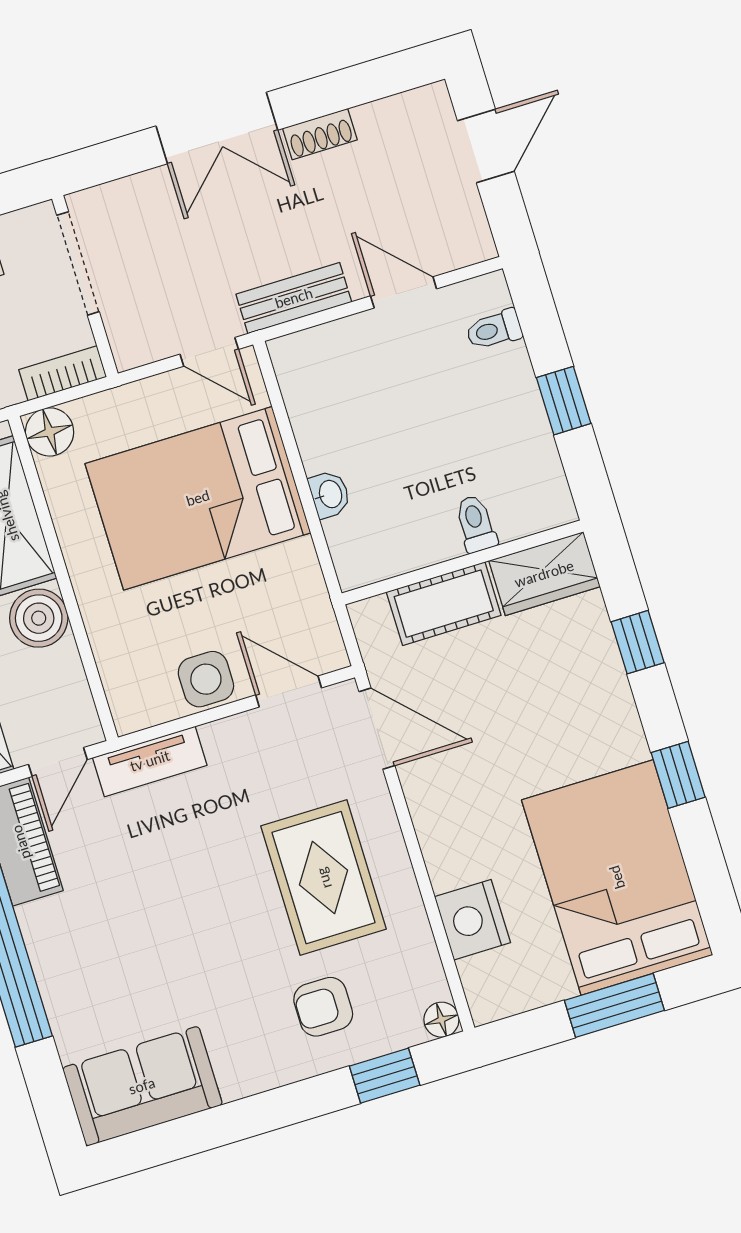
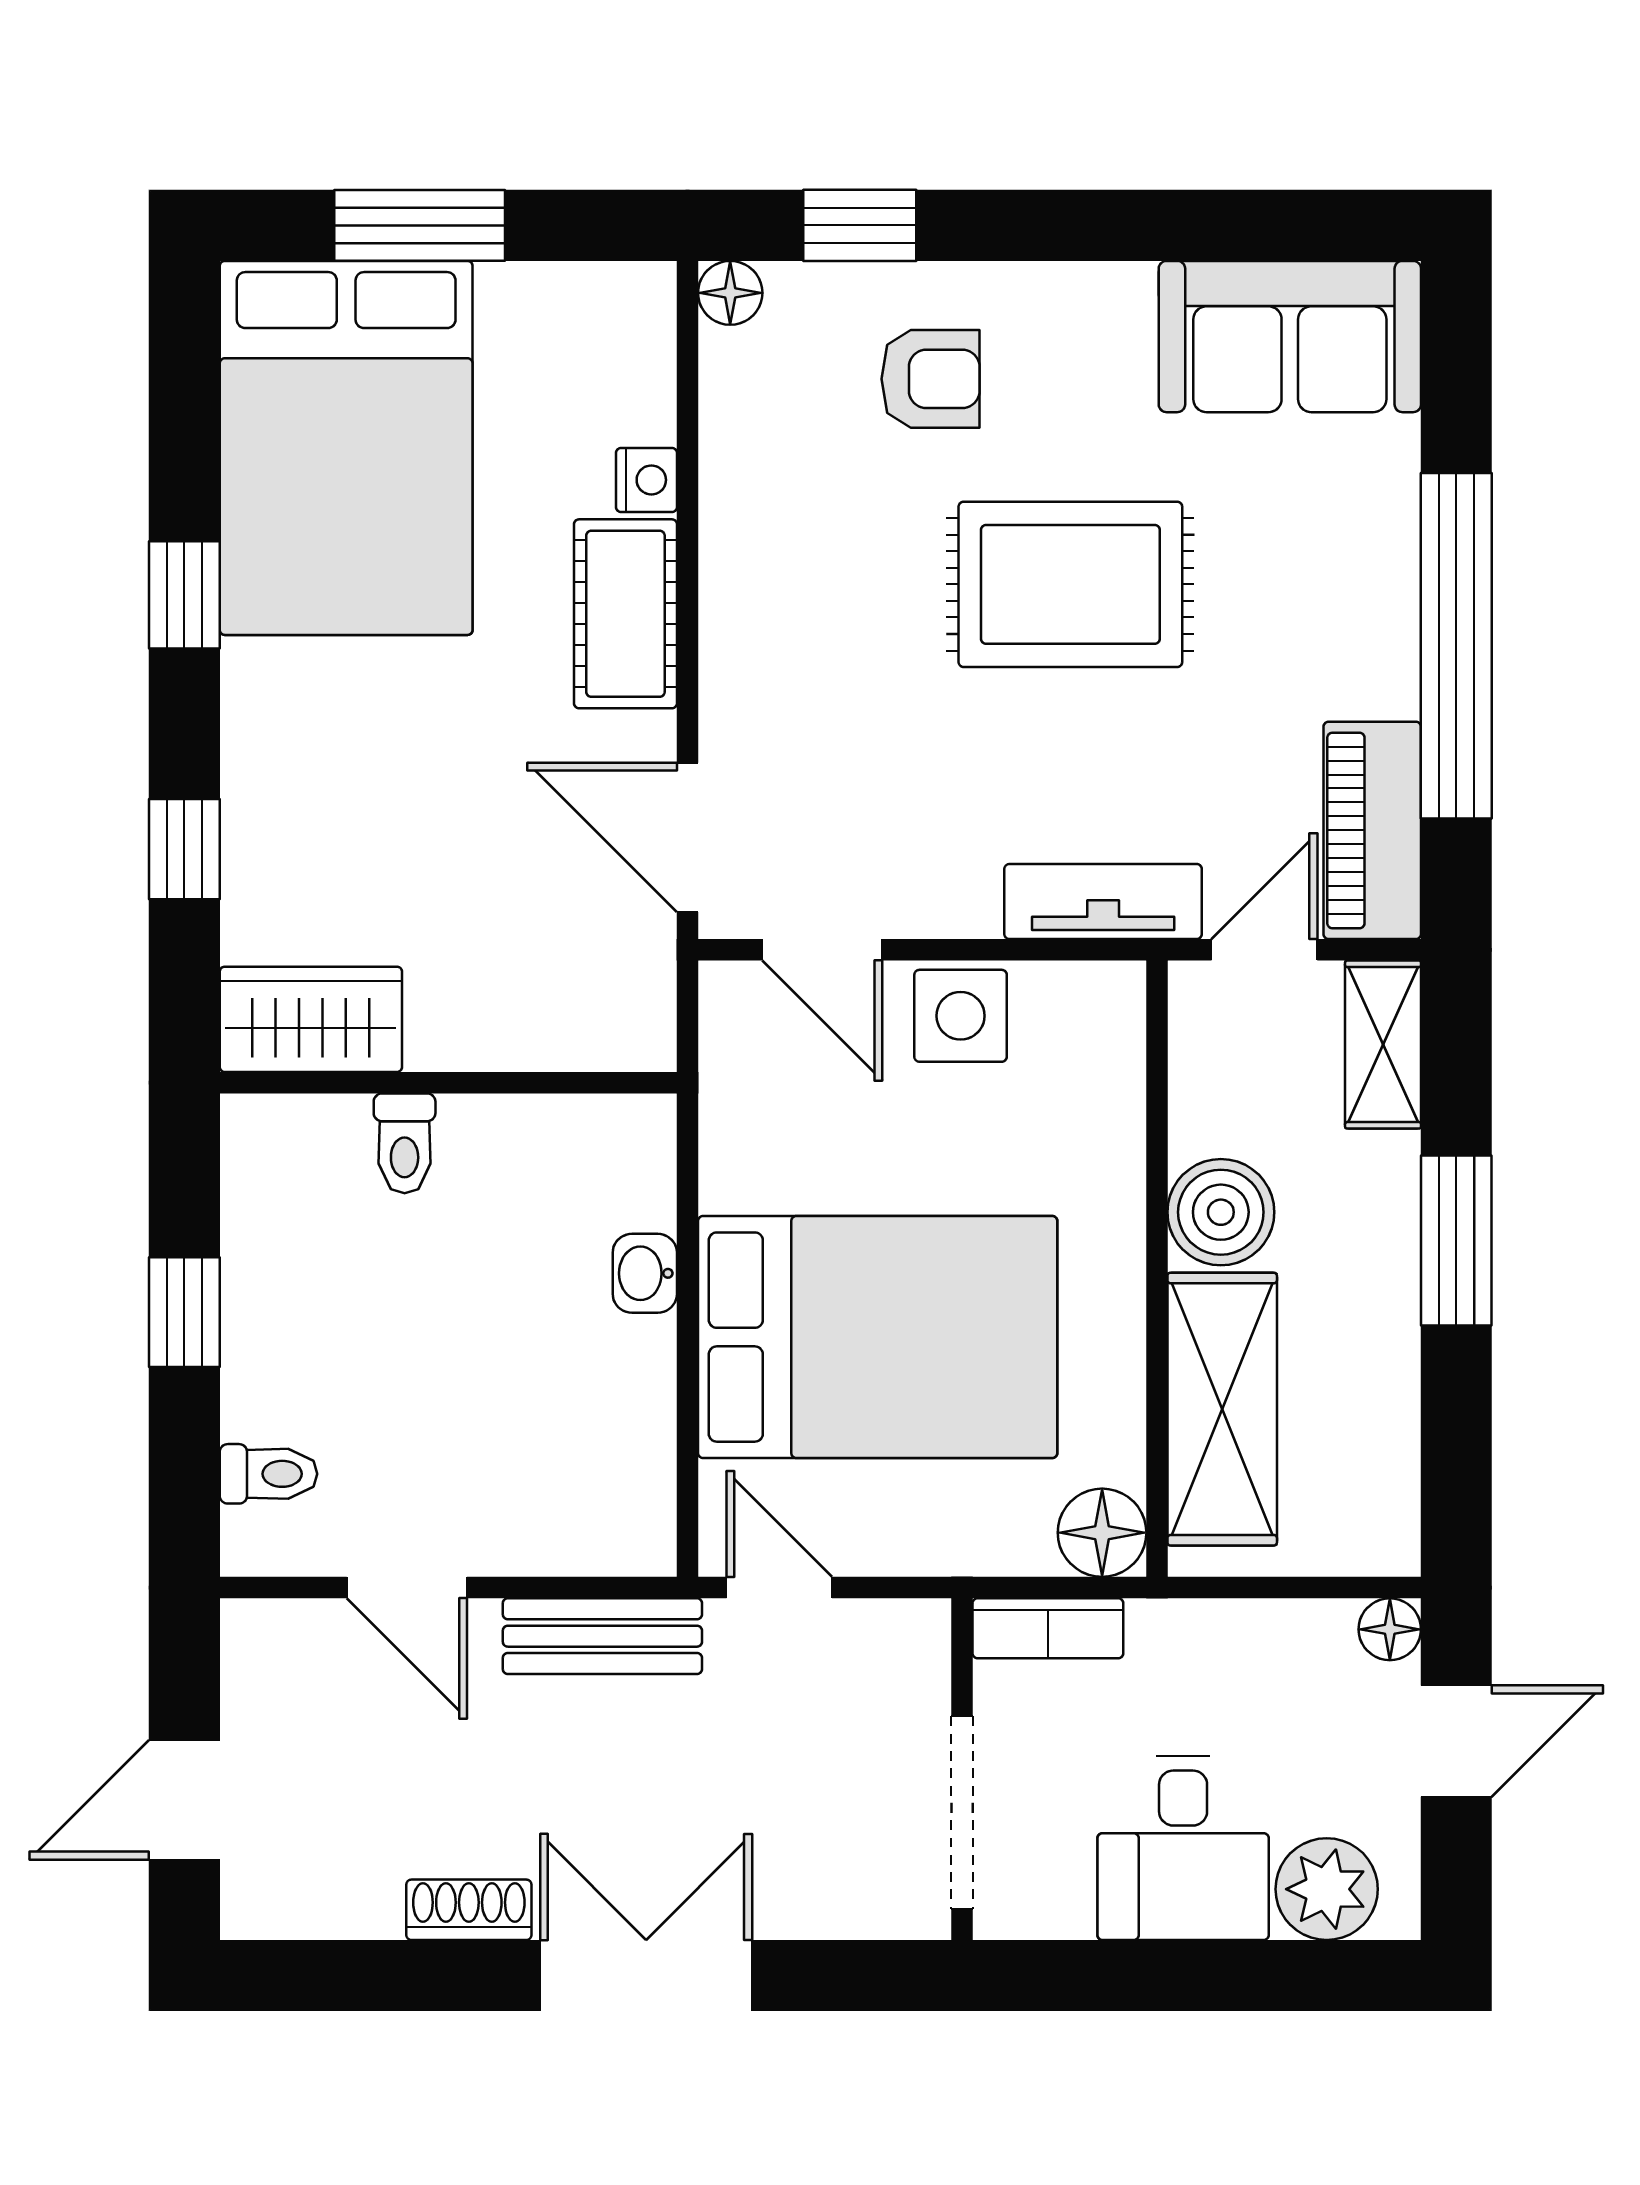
cot: (444, 604) -> (625, 614), moved, turned 90
rug: (324, 878) -> (1070, 584), moved, turned 90
nightstand: (472, 920) -> (646, 480), width x0.53, depth x0.56

